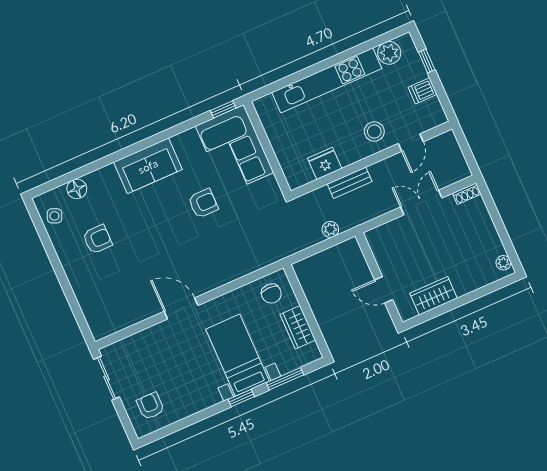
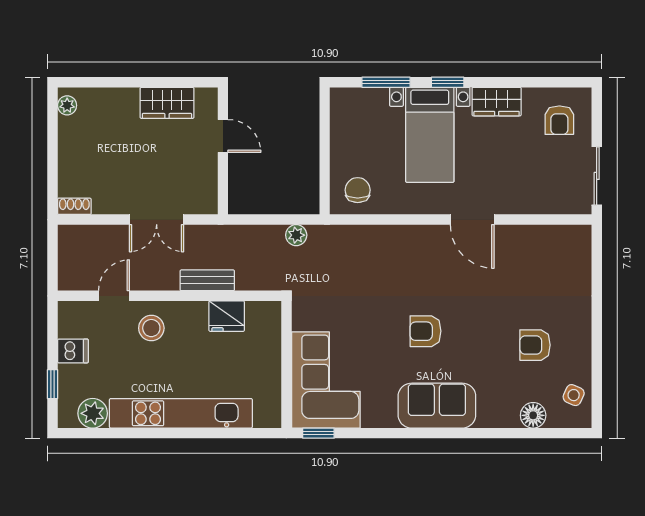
armchair: (203, 203) -> (426, 331), moved
double door: (421, 203) -> (157, 220), moved
plant: (330, 229) -> (296, 235), moved
wardrobe: (298, 327) -> (497, 102), moved, turned 90

